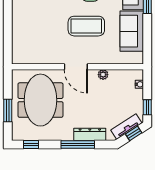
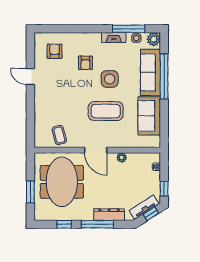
coffee table: (38, 51) -> (59, 135), added
window: (31, 144) -> (64, 224), moved

